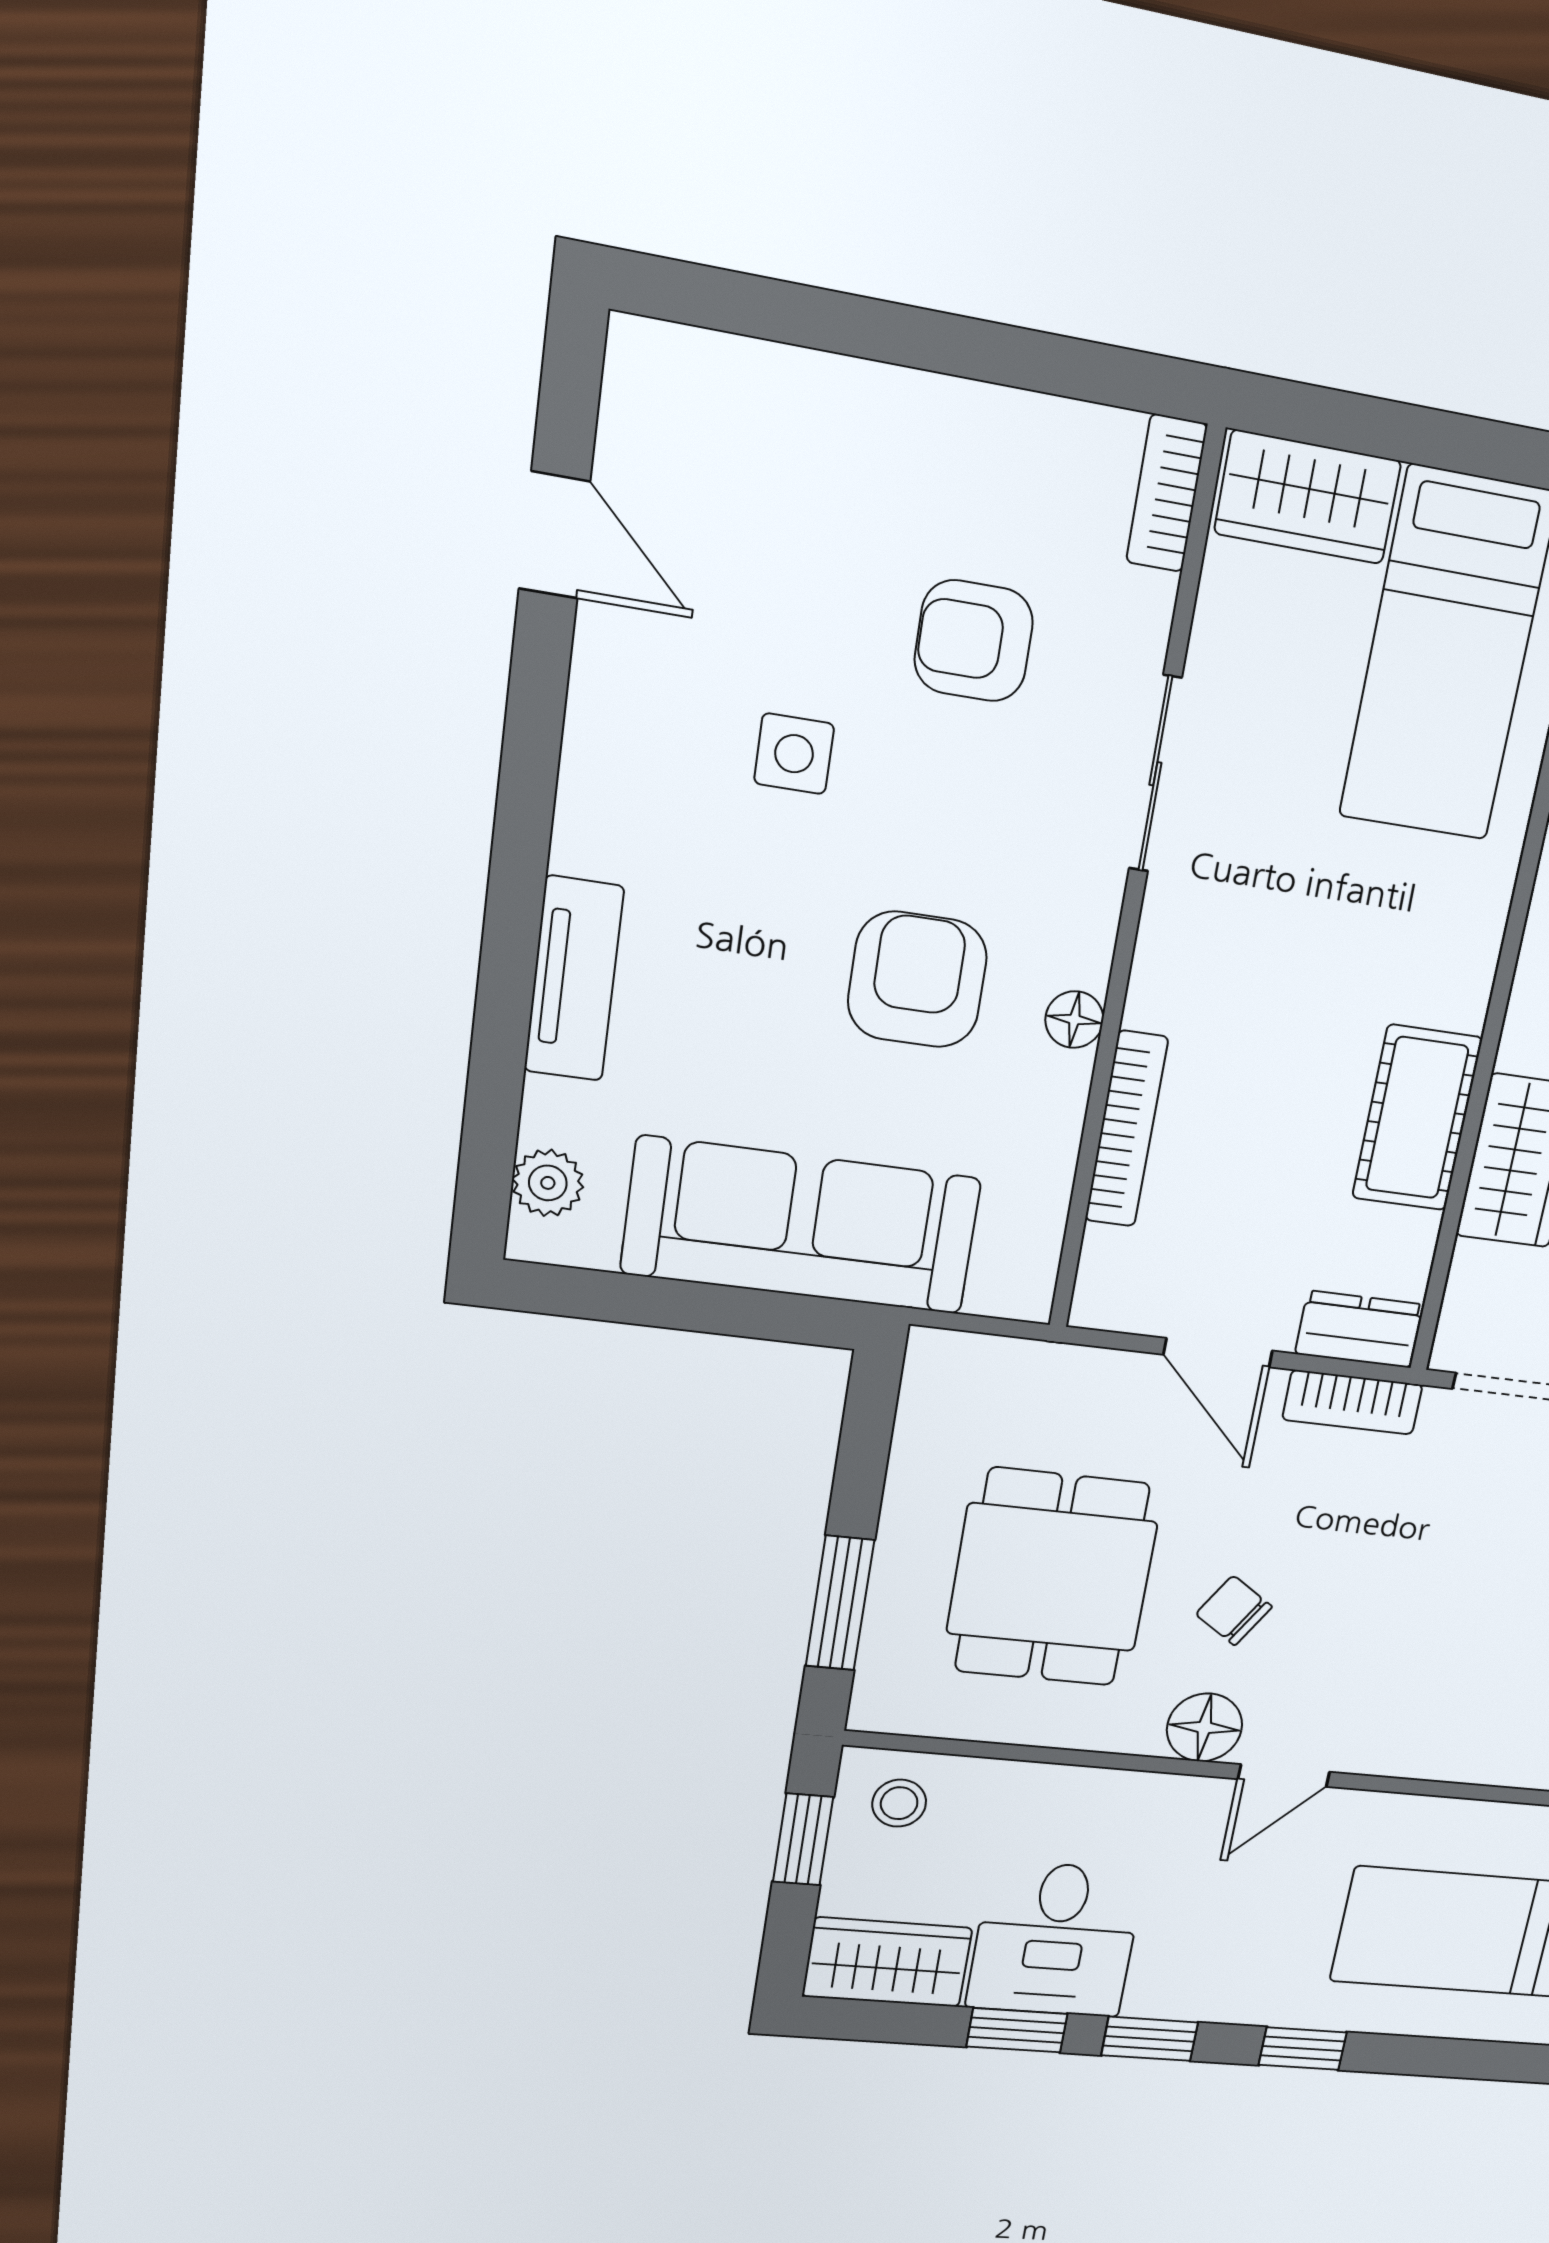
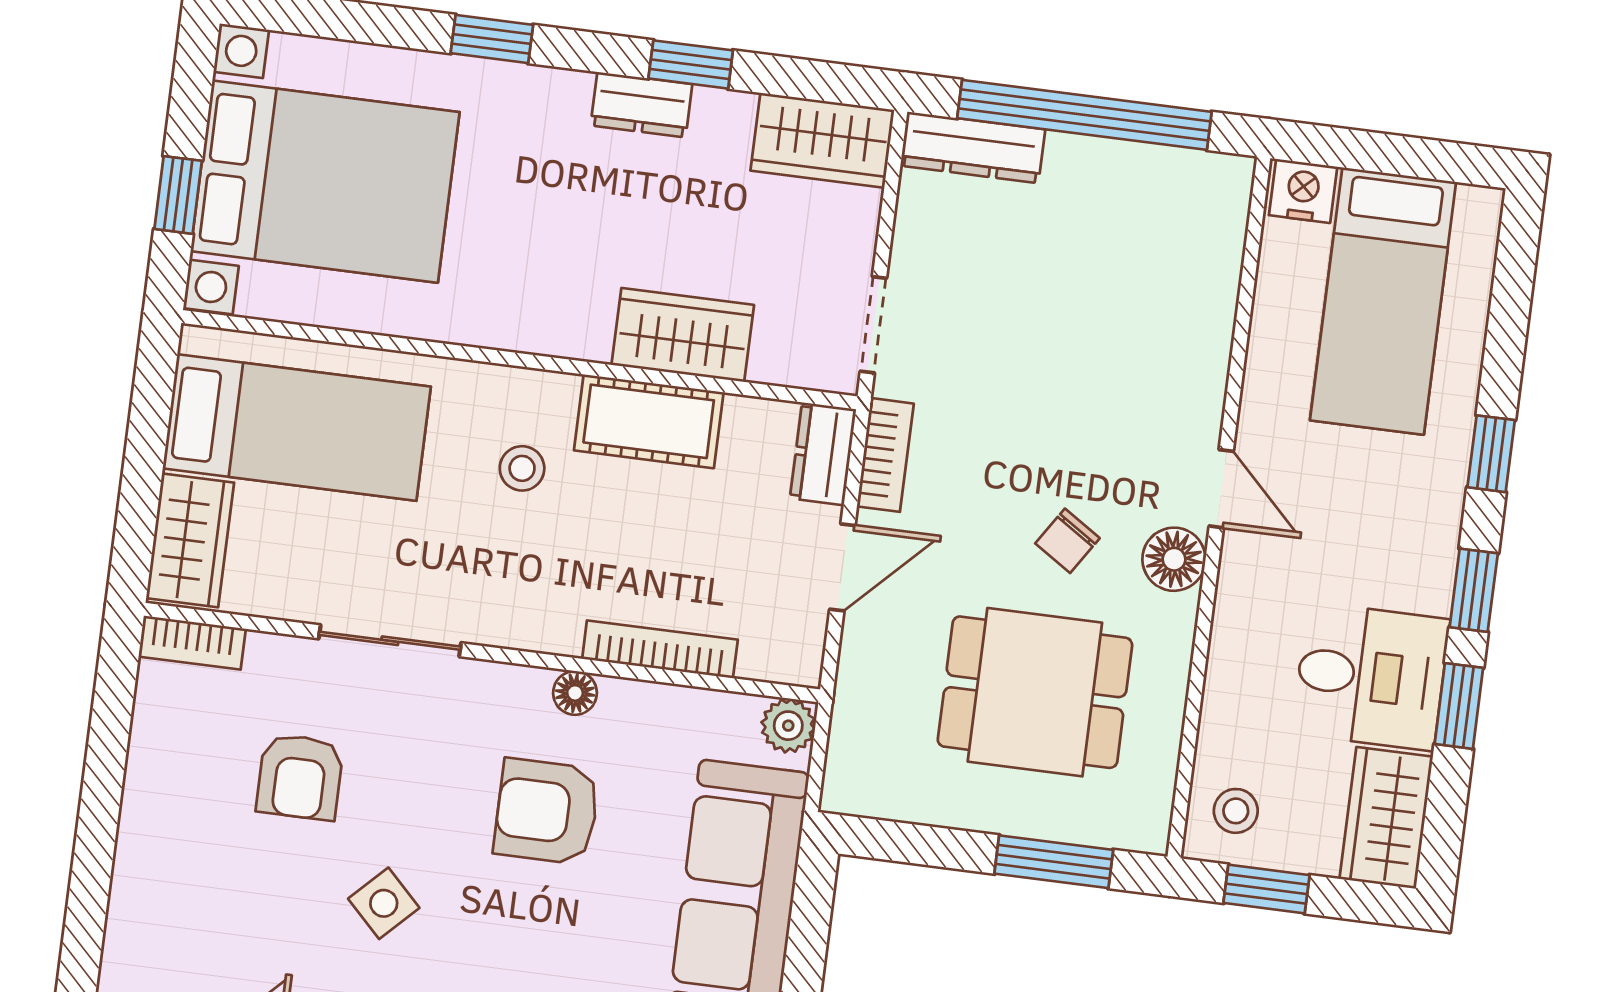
side table: (794, 754) -> (384, 903), turned 45
stool: (1370, 956) -> (522, 468), added
plant: (1021, 1288) -> (788, 726), added

